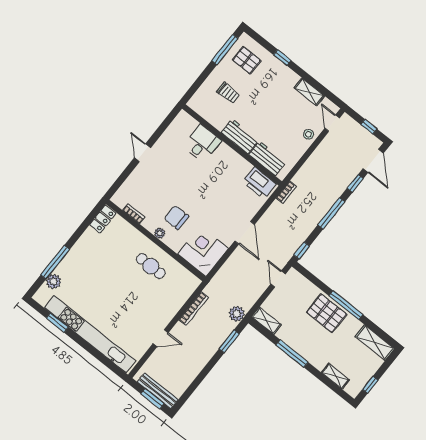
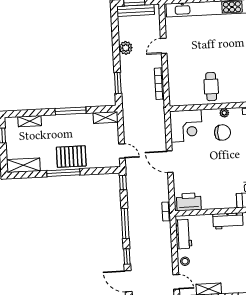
workbench: (267, 158) -> (184, 234), moved, turned -90
cafe table: (151, 266) -> (211, 87), turned 90
plant: (237, 314) -> (126, 48), moved

